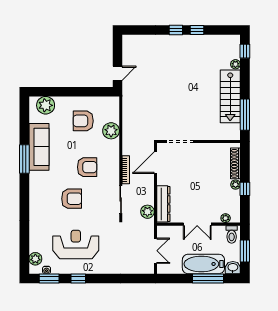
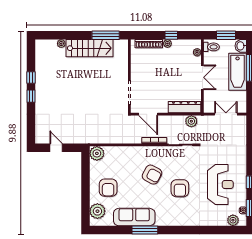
window: (245, 51) -> (50, 35), removed
door: (117, 73) -> (56, 148), moved
armchair: (83, 121) -> (108, 188), moved
plant: (111, 131) -> (97, 153), moved
armchair: (87, 167) -> (152, 175), turned 118
armchair: (72, 199) -> (180, 188), turned 180
reception desk: (76, 245) -> (220, 185), turned 180

